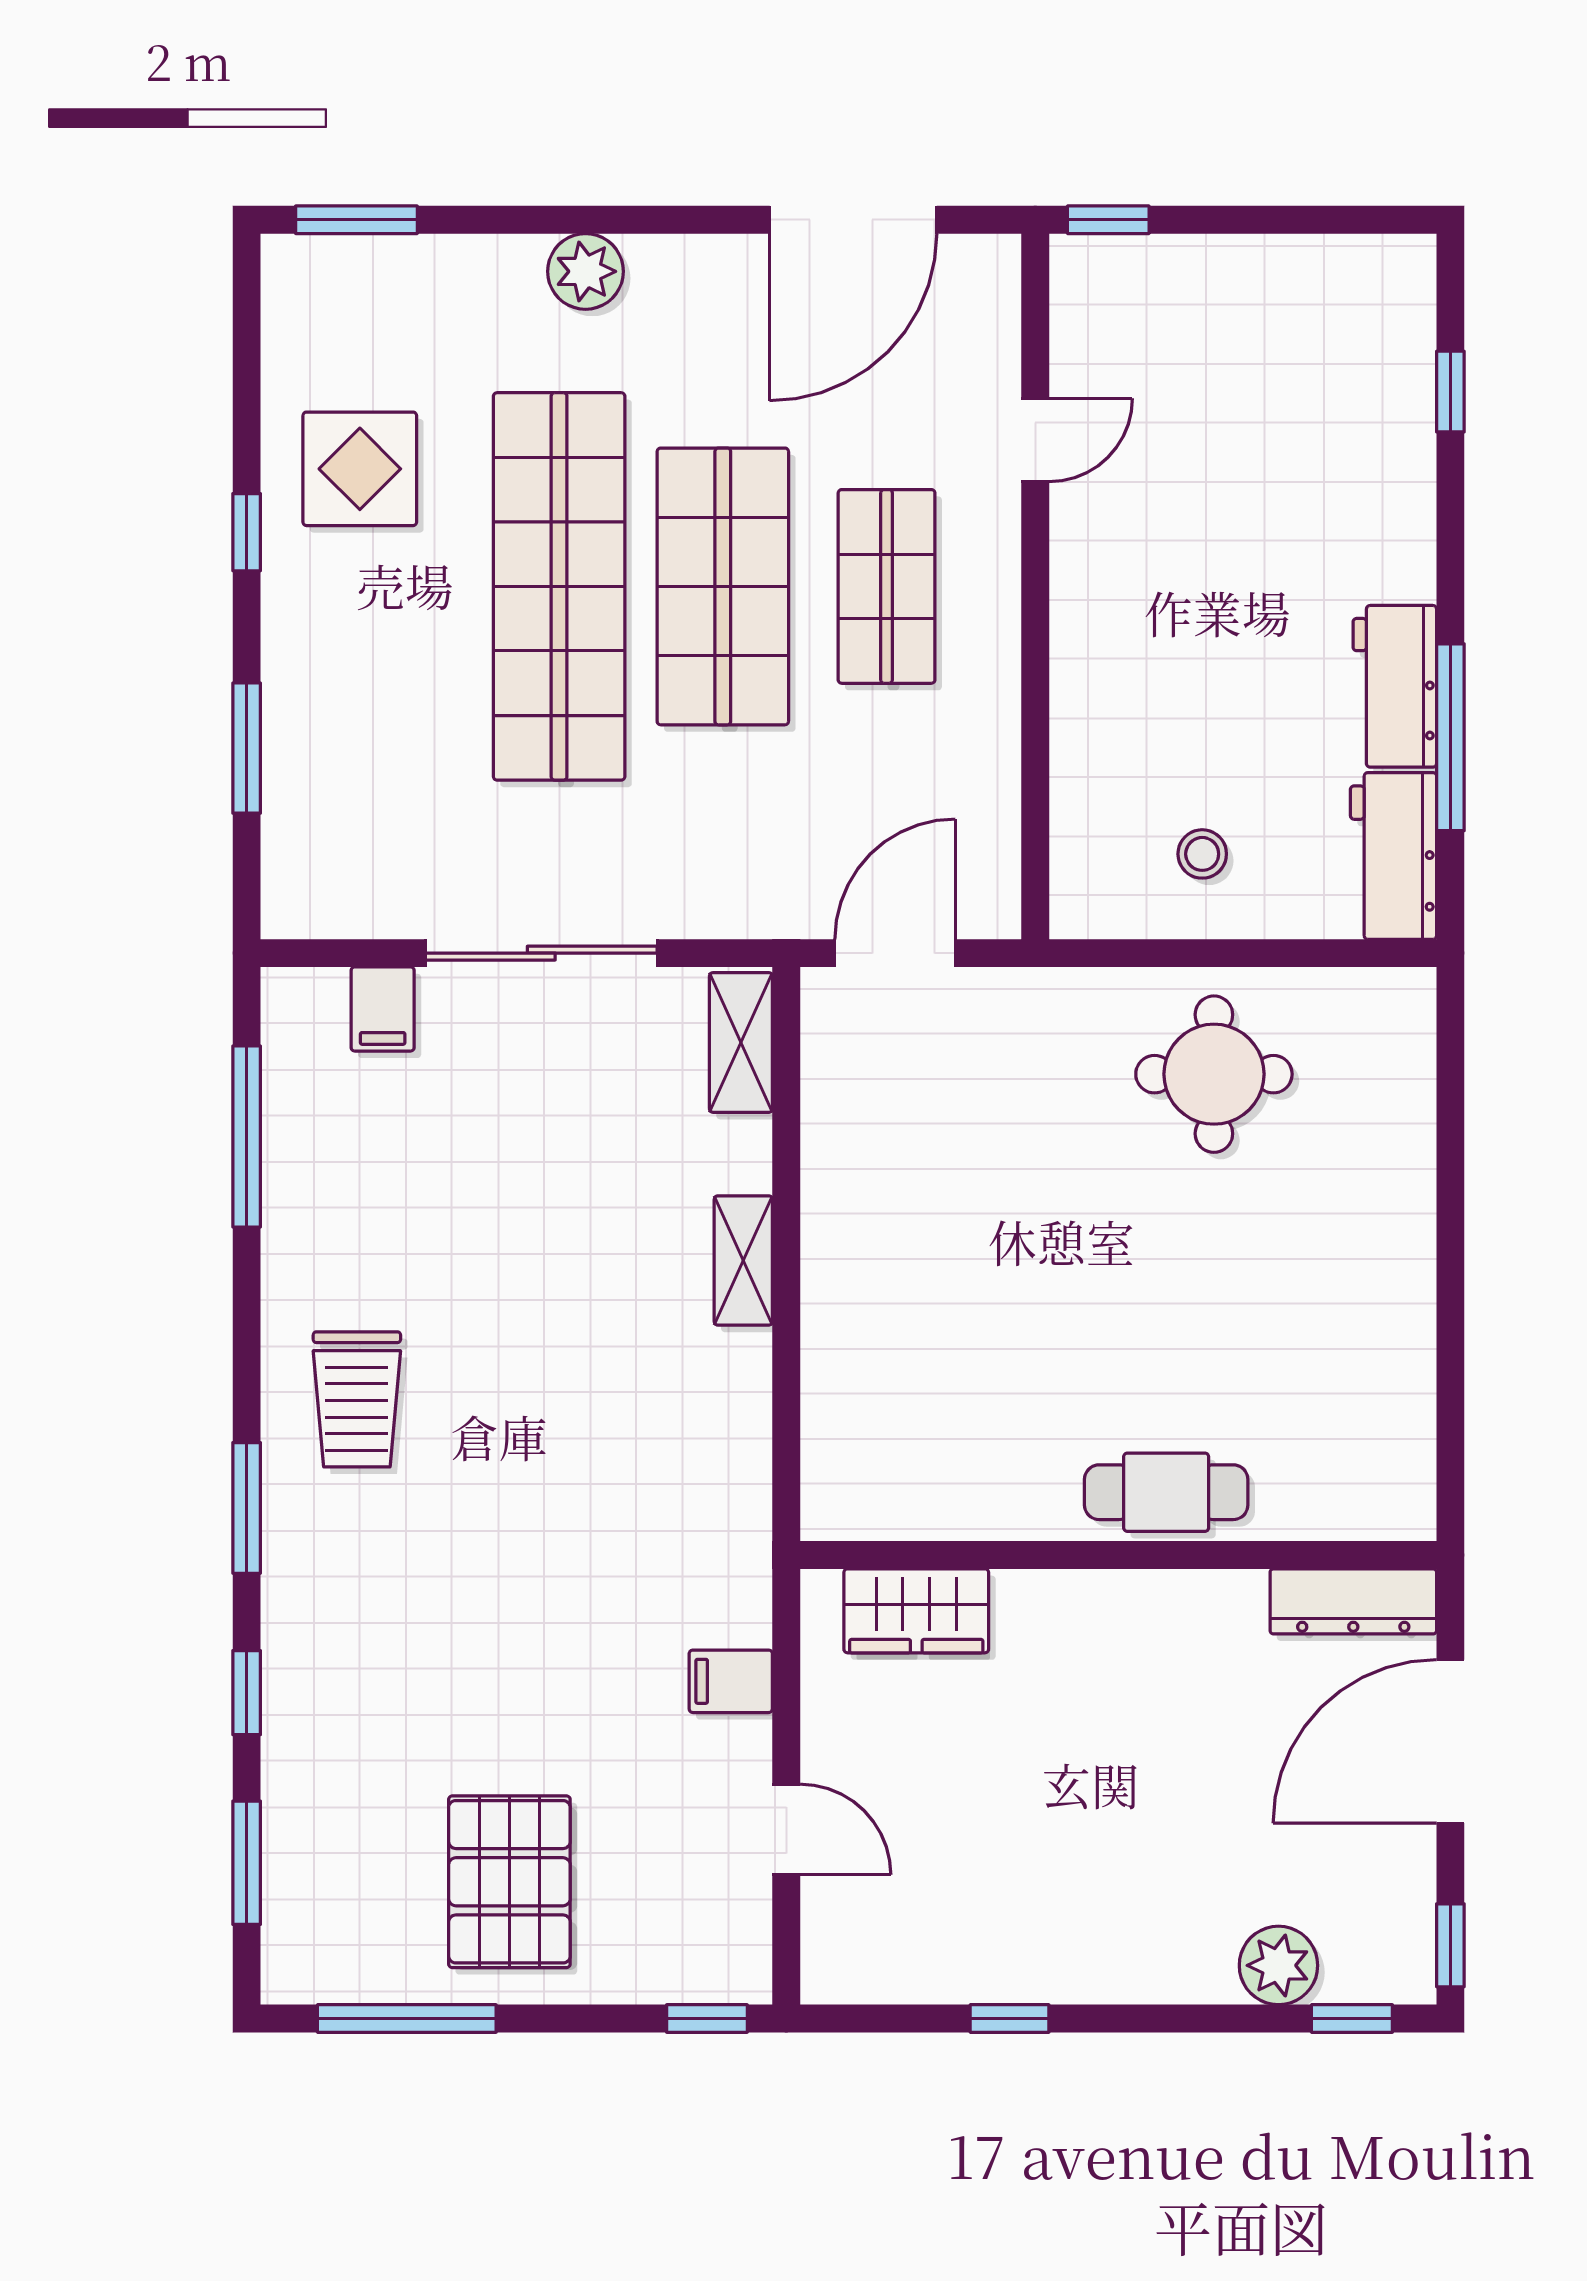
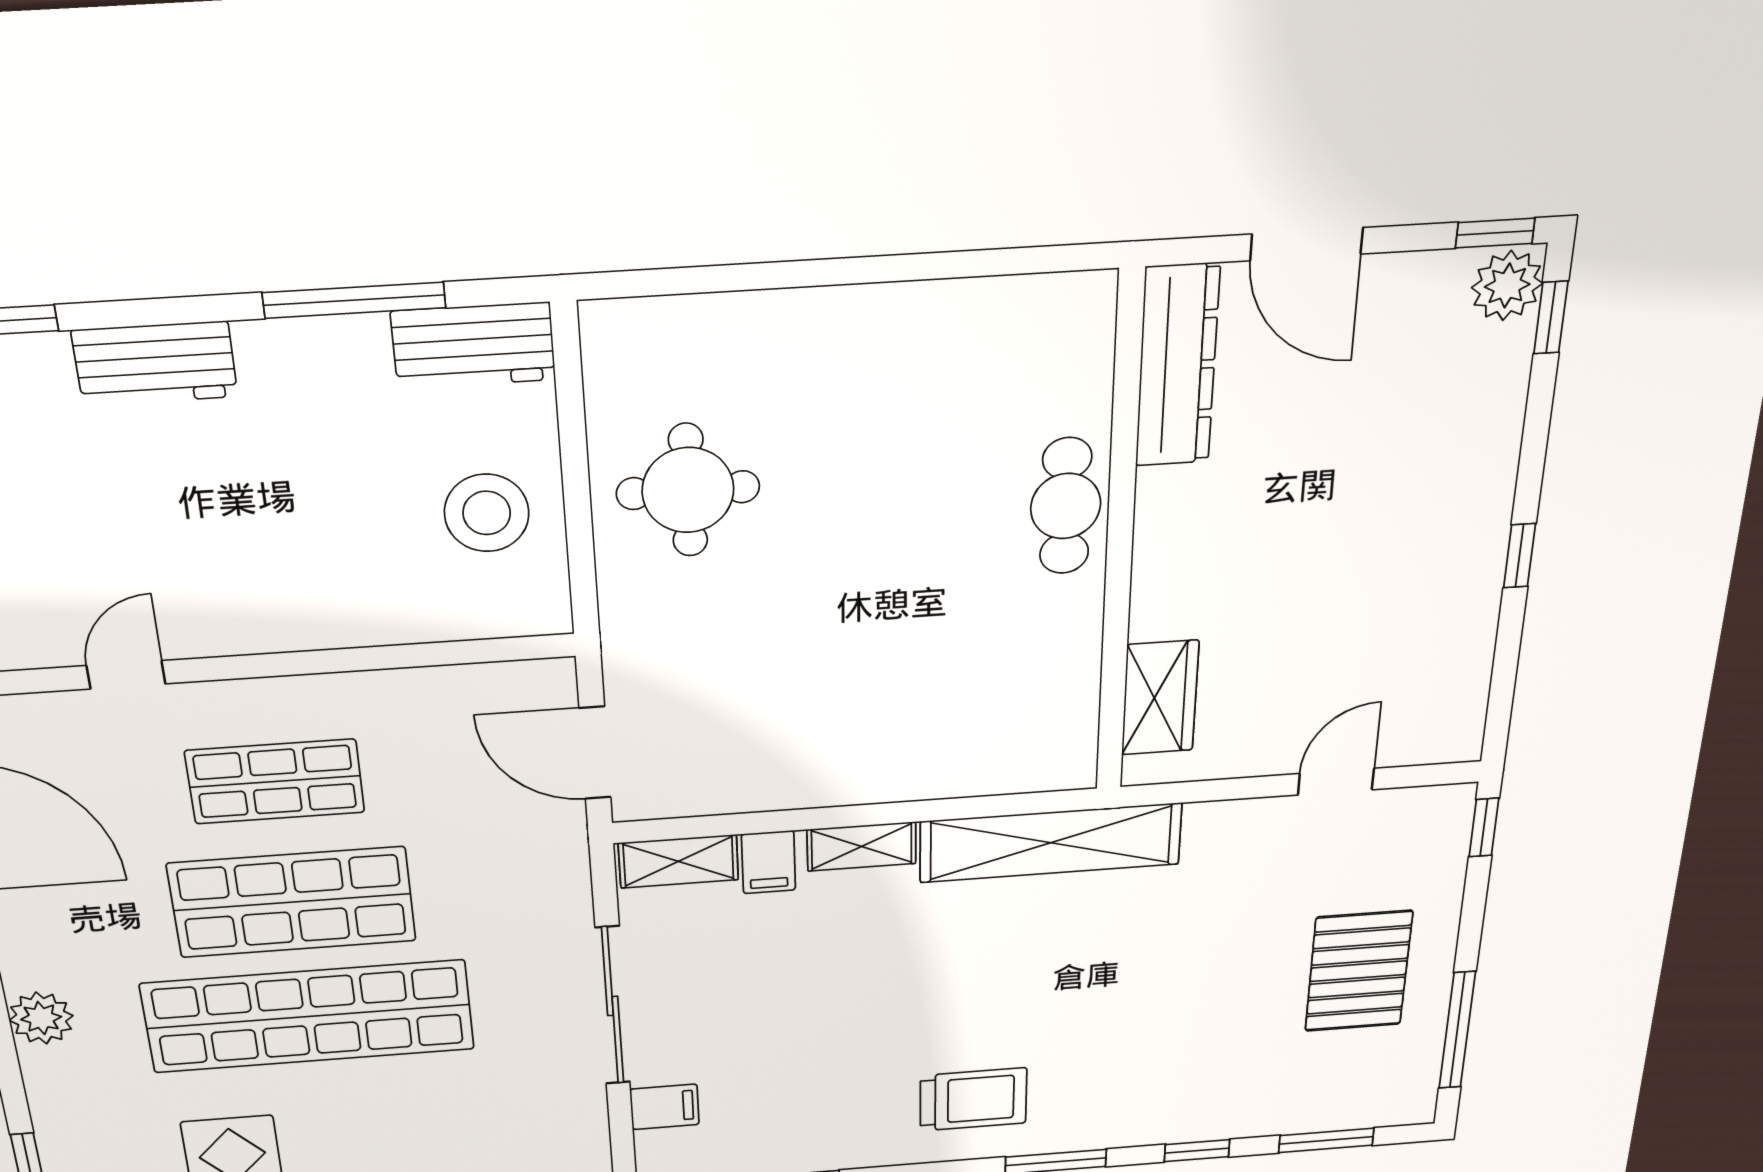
door: (1035, 440) -> (126, 675), hinge flipped
workbench: (1395, 686) -> (155, 363), moved
stool: (1202, 854) -> (487, 513), width x1.89, depth x1.89
shelving: (730, 1488) -> (1051, 843), added
dresser: (1353, 1601) -> (1177, 366), width x1.37, depth x1.24
filing cabinet: (731, 1681) -> (768, 862), moved
door: (1450, 1741) -> (1307, 244), width x0.73
pallet: (509, 1882) -> (1359, 971), turned 90
plant: (1278, 1965) -> (1507, 286), moved
window: (1010, 2019) -> (1520, 556), moved

